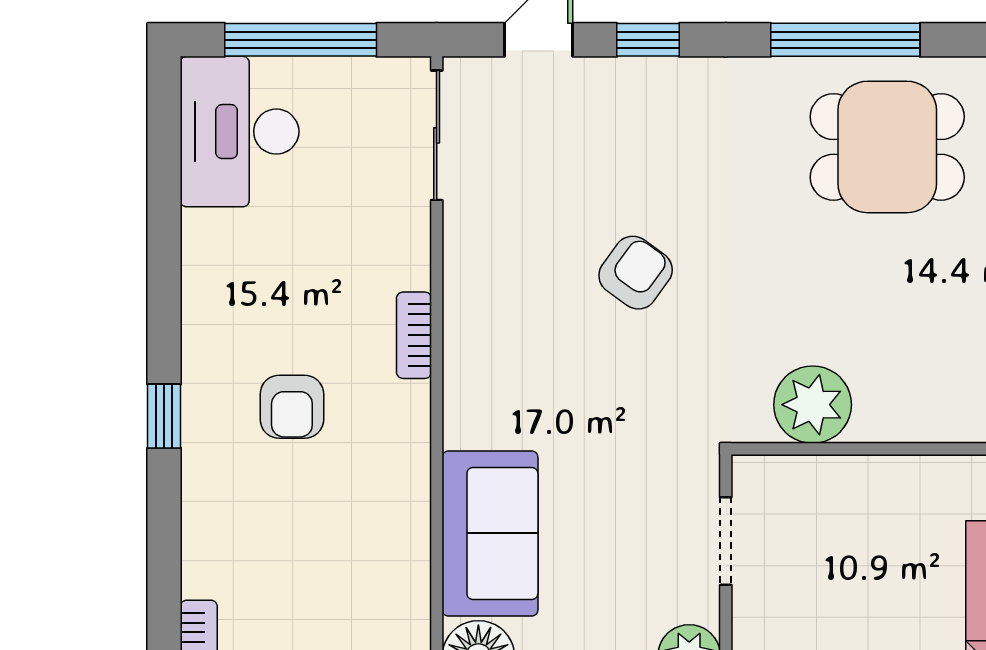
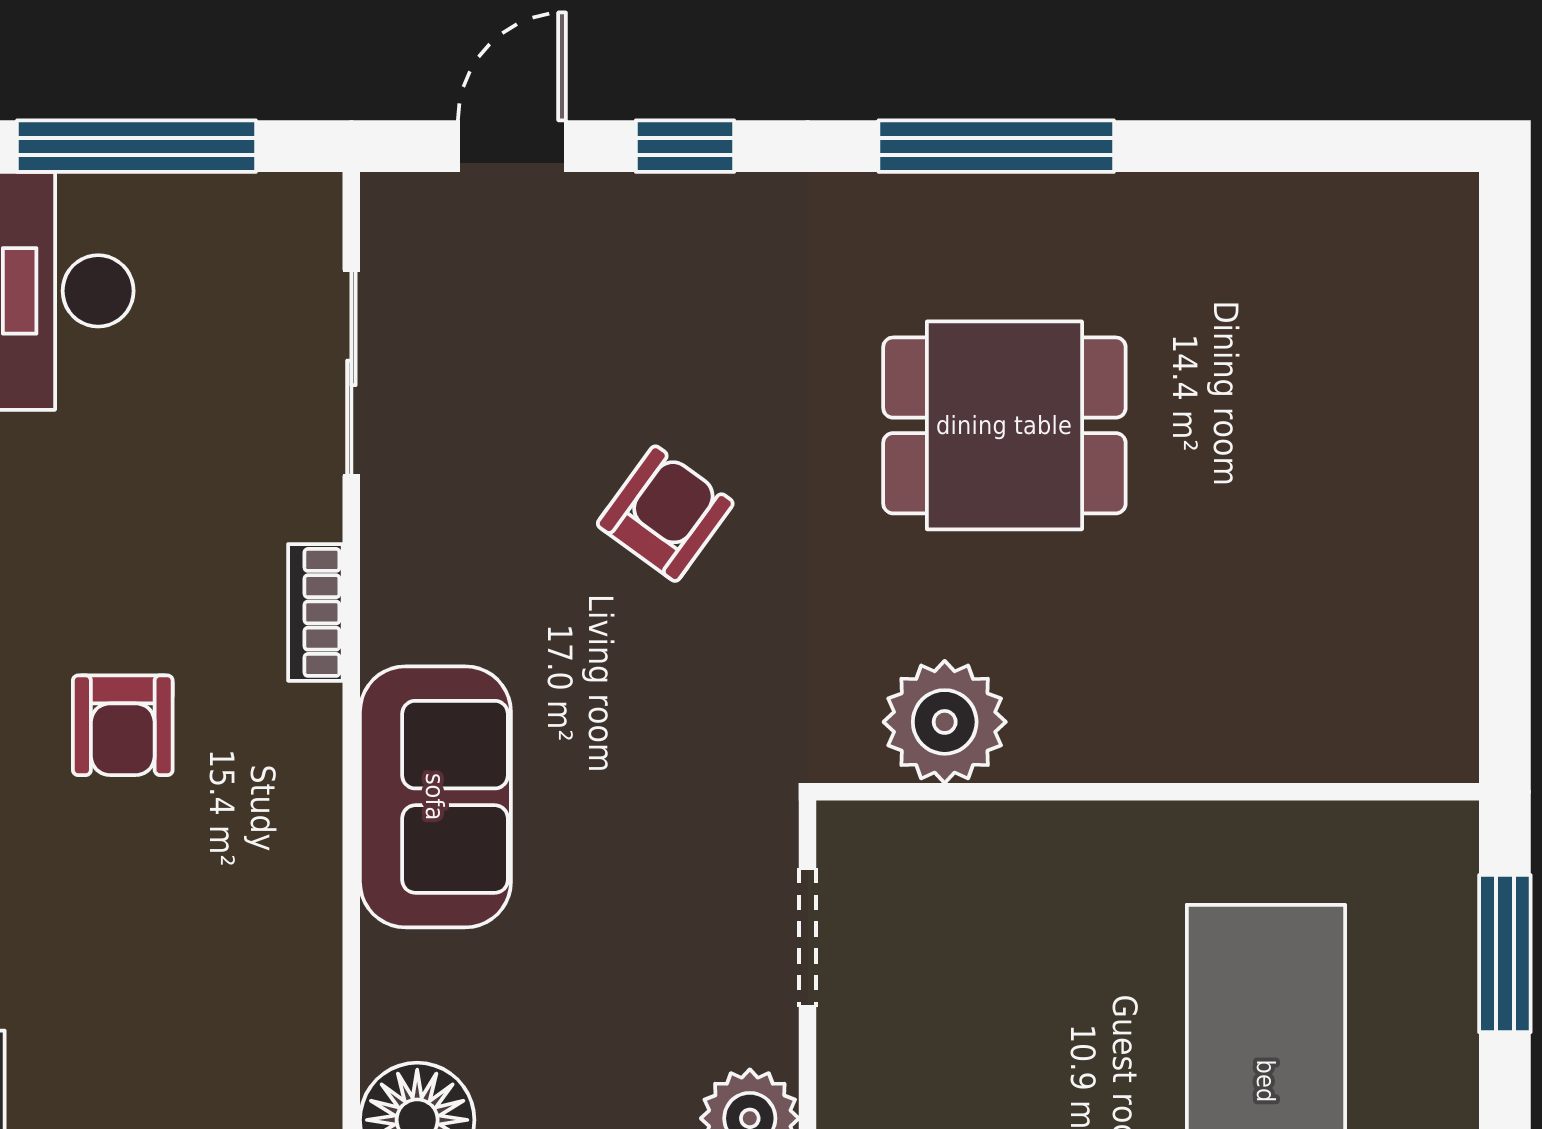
sliding door: (437, 135) -> (351, 373), moved
dining table: (887, 147) -> (1004, 425), moved
sofa: (490, 533) -> (435, 797), moved

